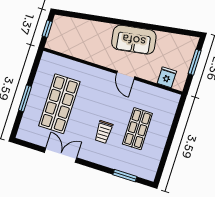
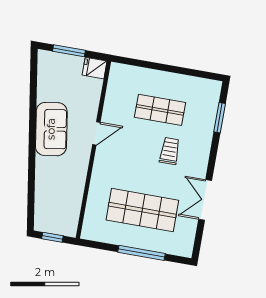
fridge: (167, 77) -> (95, 68), moved
window: (25, 98) -> (141, 253), width x1.44
trolley: (104, 132) -> (170, 151), turned -90

